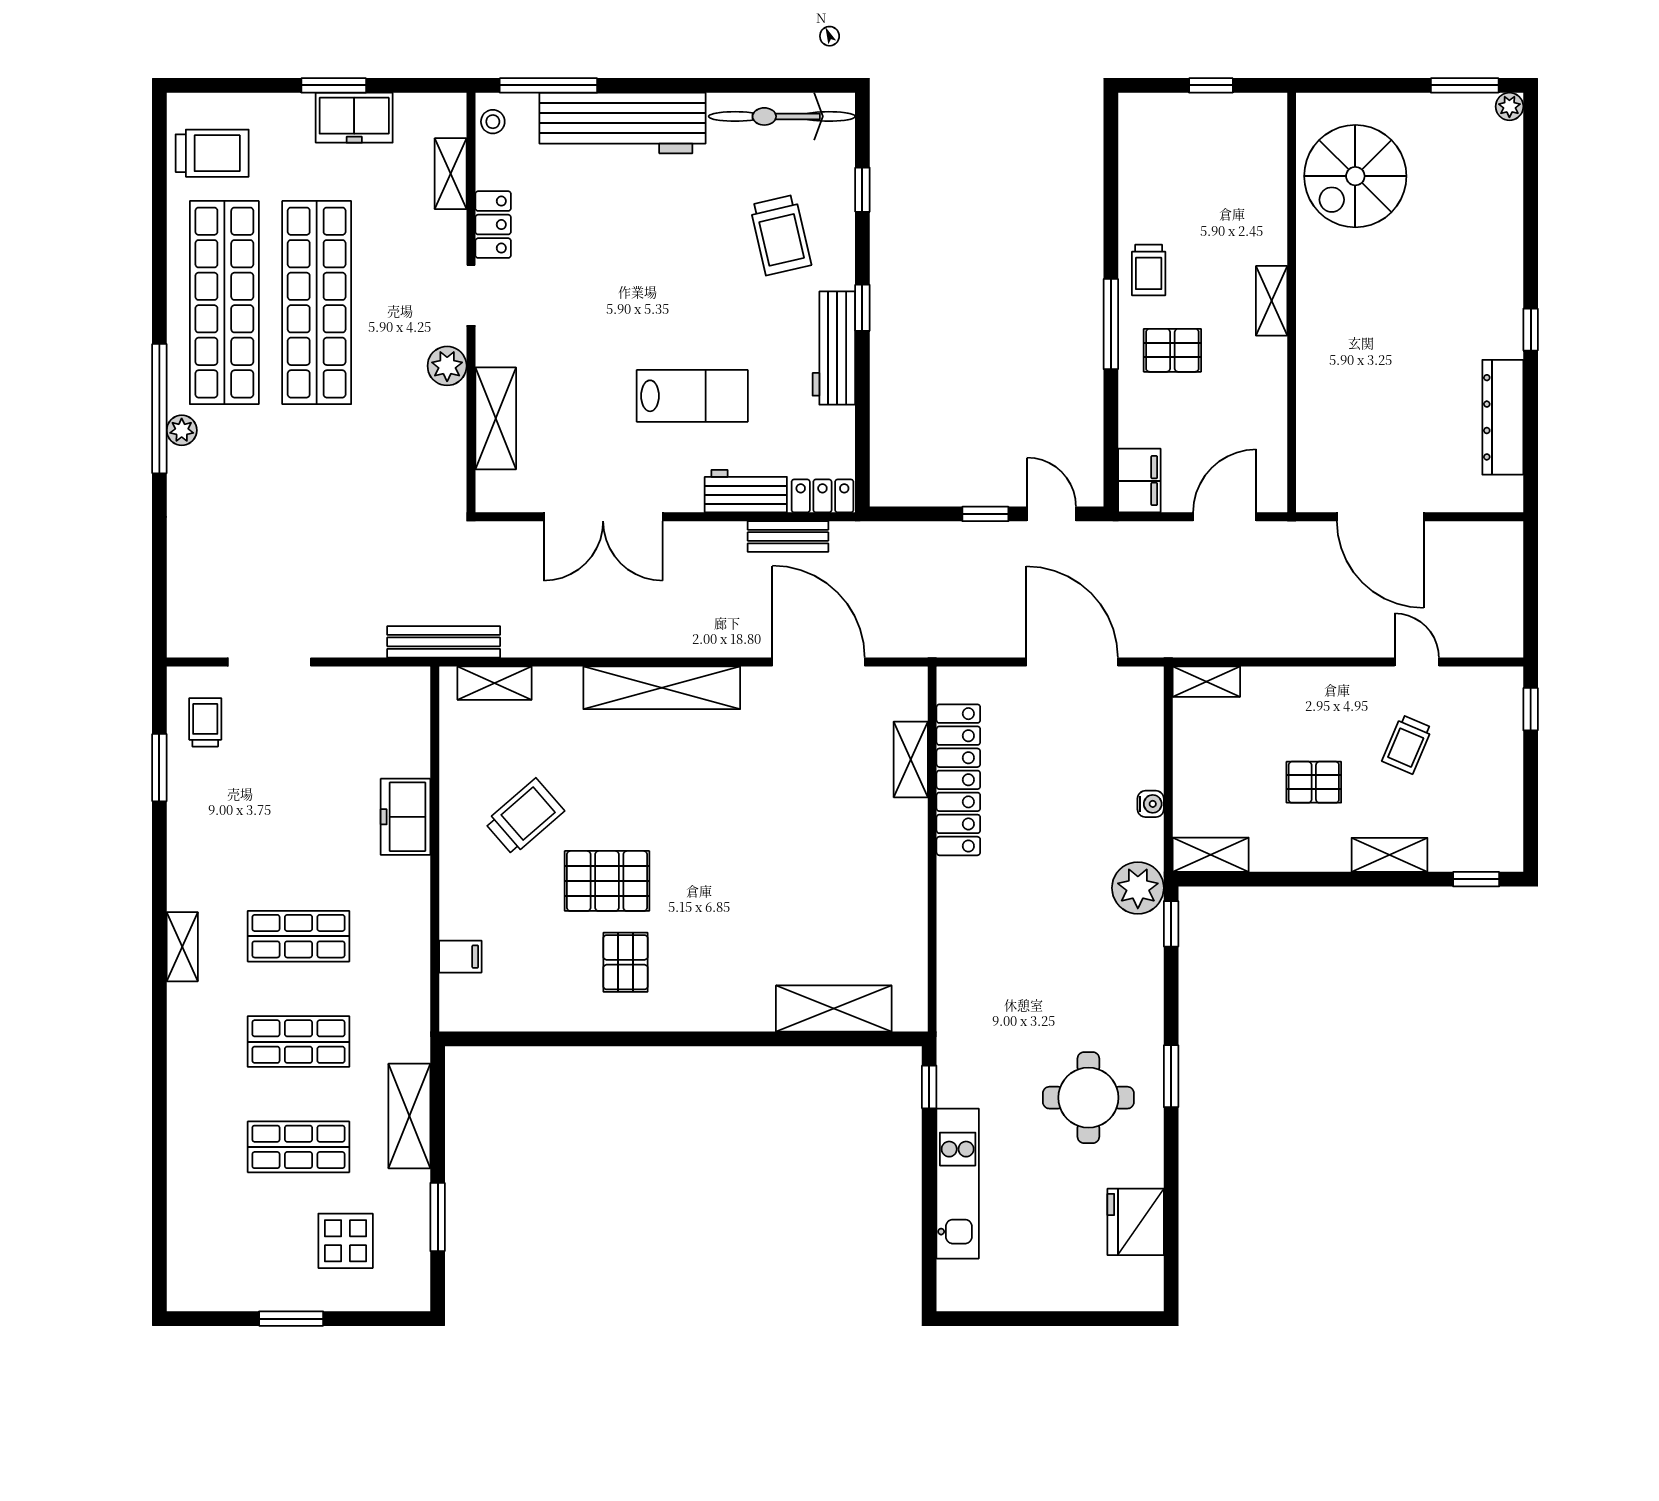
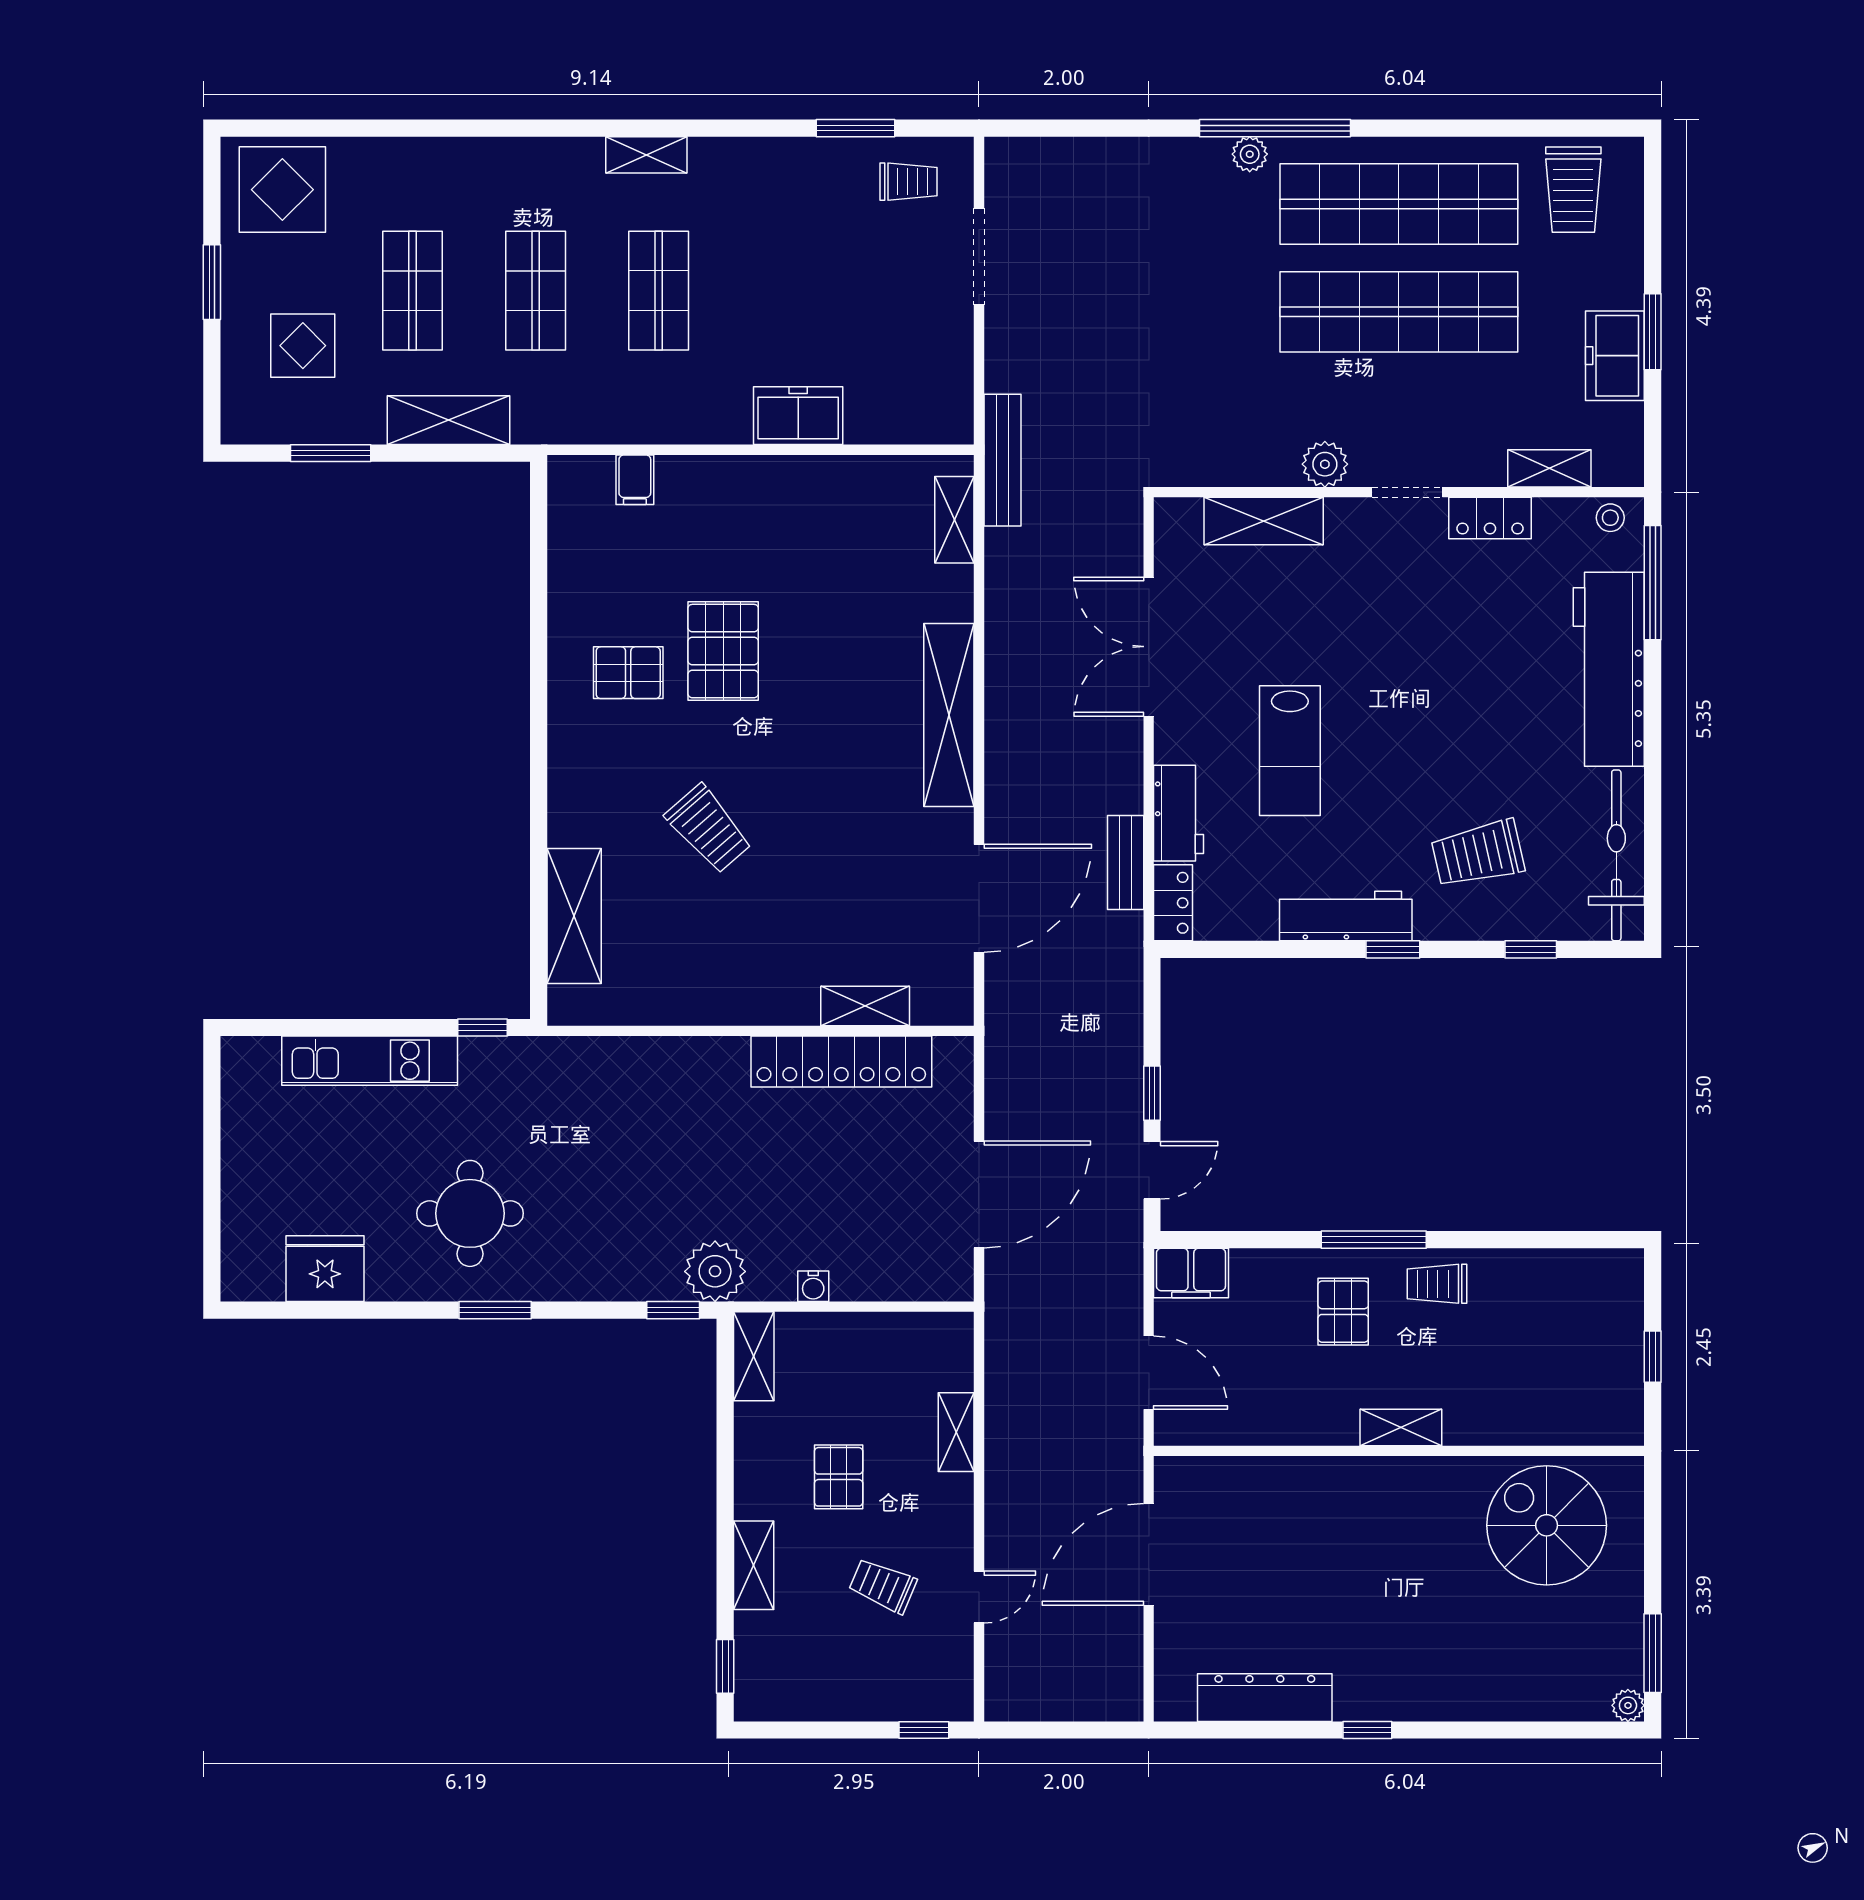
shelving: (1206, 682) -> (956, 1432), moved
trolley: (525, 817) -> (709, 829), moved
display table: (212, 1258) -> (282, 190), added

